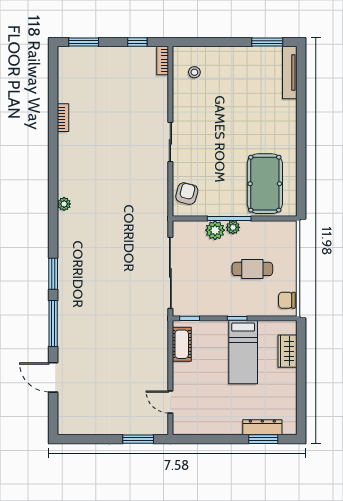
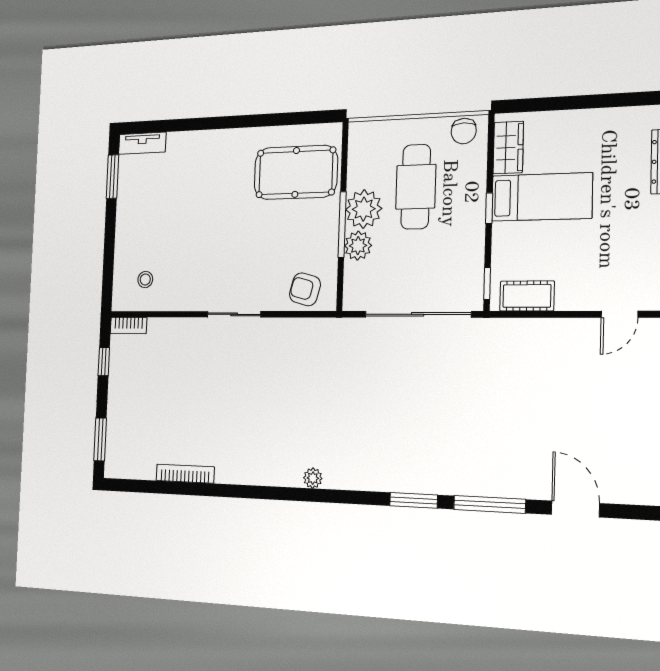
tv unit: (290, 73) -> (142, 143), width x0.71
bookcase: (63, 118) -> (185, 474), width x1.56
plant: (233, 227) -> (364, 209), width x1.88, depth x1.88
cafe table: (252, 269) -> (416, 187), width x1.37, depth x1.35
wardrobe: (288, 351) -> (508, 148), moved, turned -90
door: (53, 377) -> (575, 509), swing flipped

